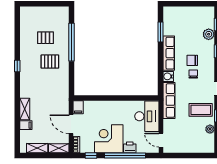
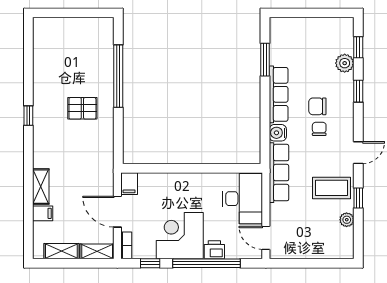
pallet: (45, 38) -> (75, 69), removed

